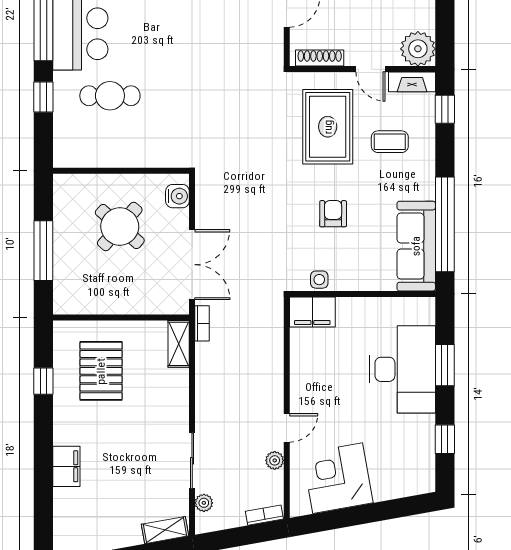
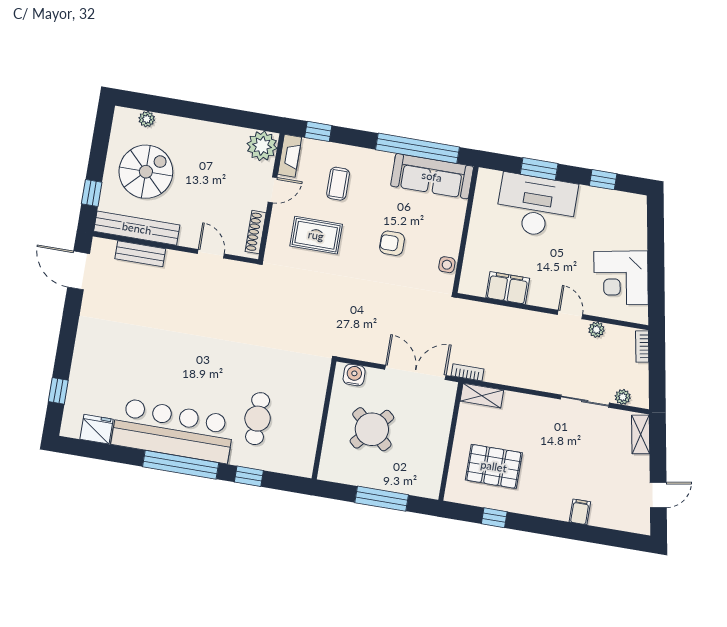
rug: (328, 127) -> (316, 235), width x0.73, depth x0.70
filing cabinet: (312, 312) -> (508, 288), moved, turned -90
filing cabinet: (66, 466) -> (580, 512), width x0.50

